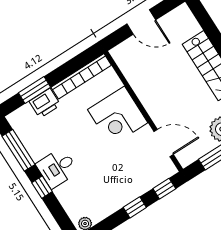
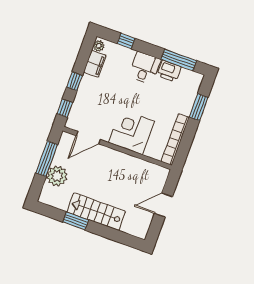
printer: (45, 103) -> (169, 71), moved, turned -90
window: (42, 187) -> (126, 41), moved
filing cabinet: (102, 209) -> (95, 64), added

